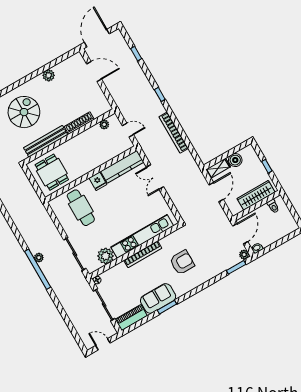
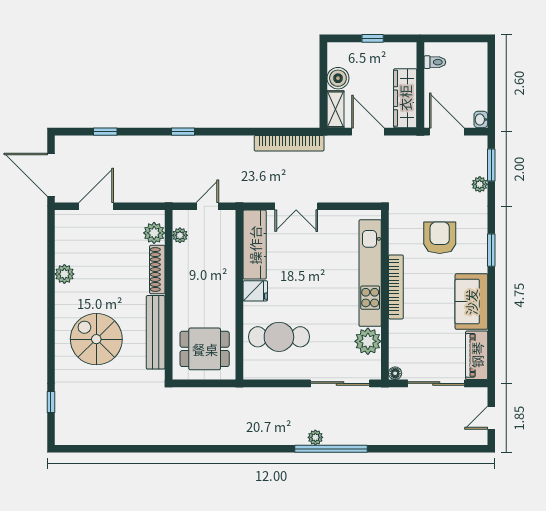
plant: (98, 110) -> (154, 233), added
bookcase: (174, 133) -> (289, 143), moved
wardrobe: (256, 195) -> (405, 98), moved
plant: (244, 255) -> (480, 184), moved
window: (167, 307) -> (491, 250), moved

